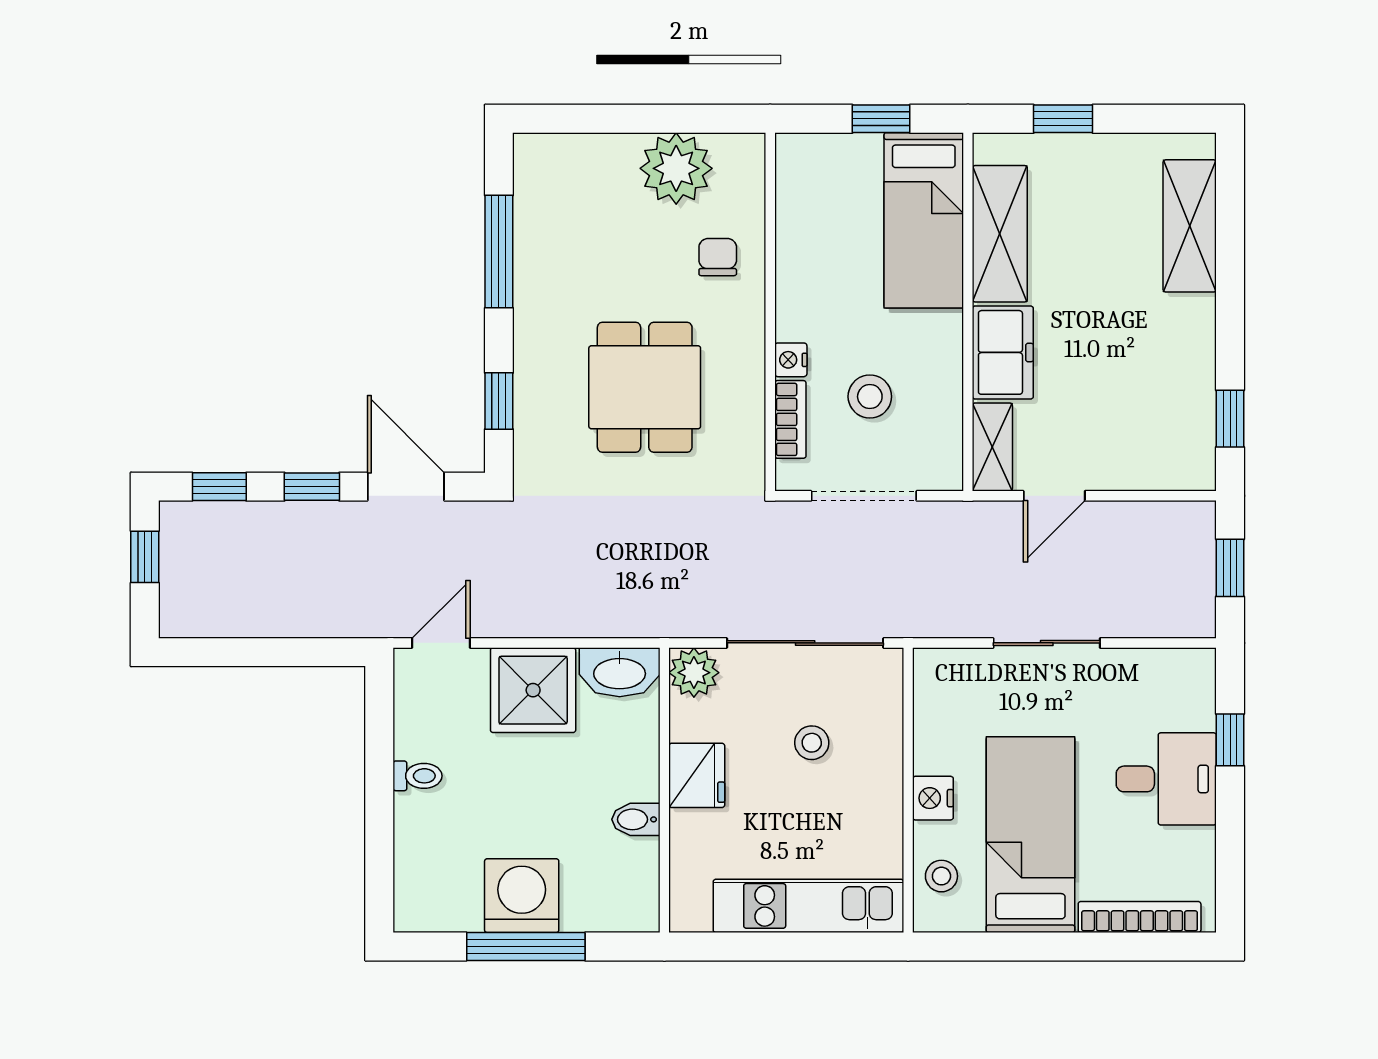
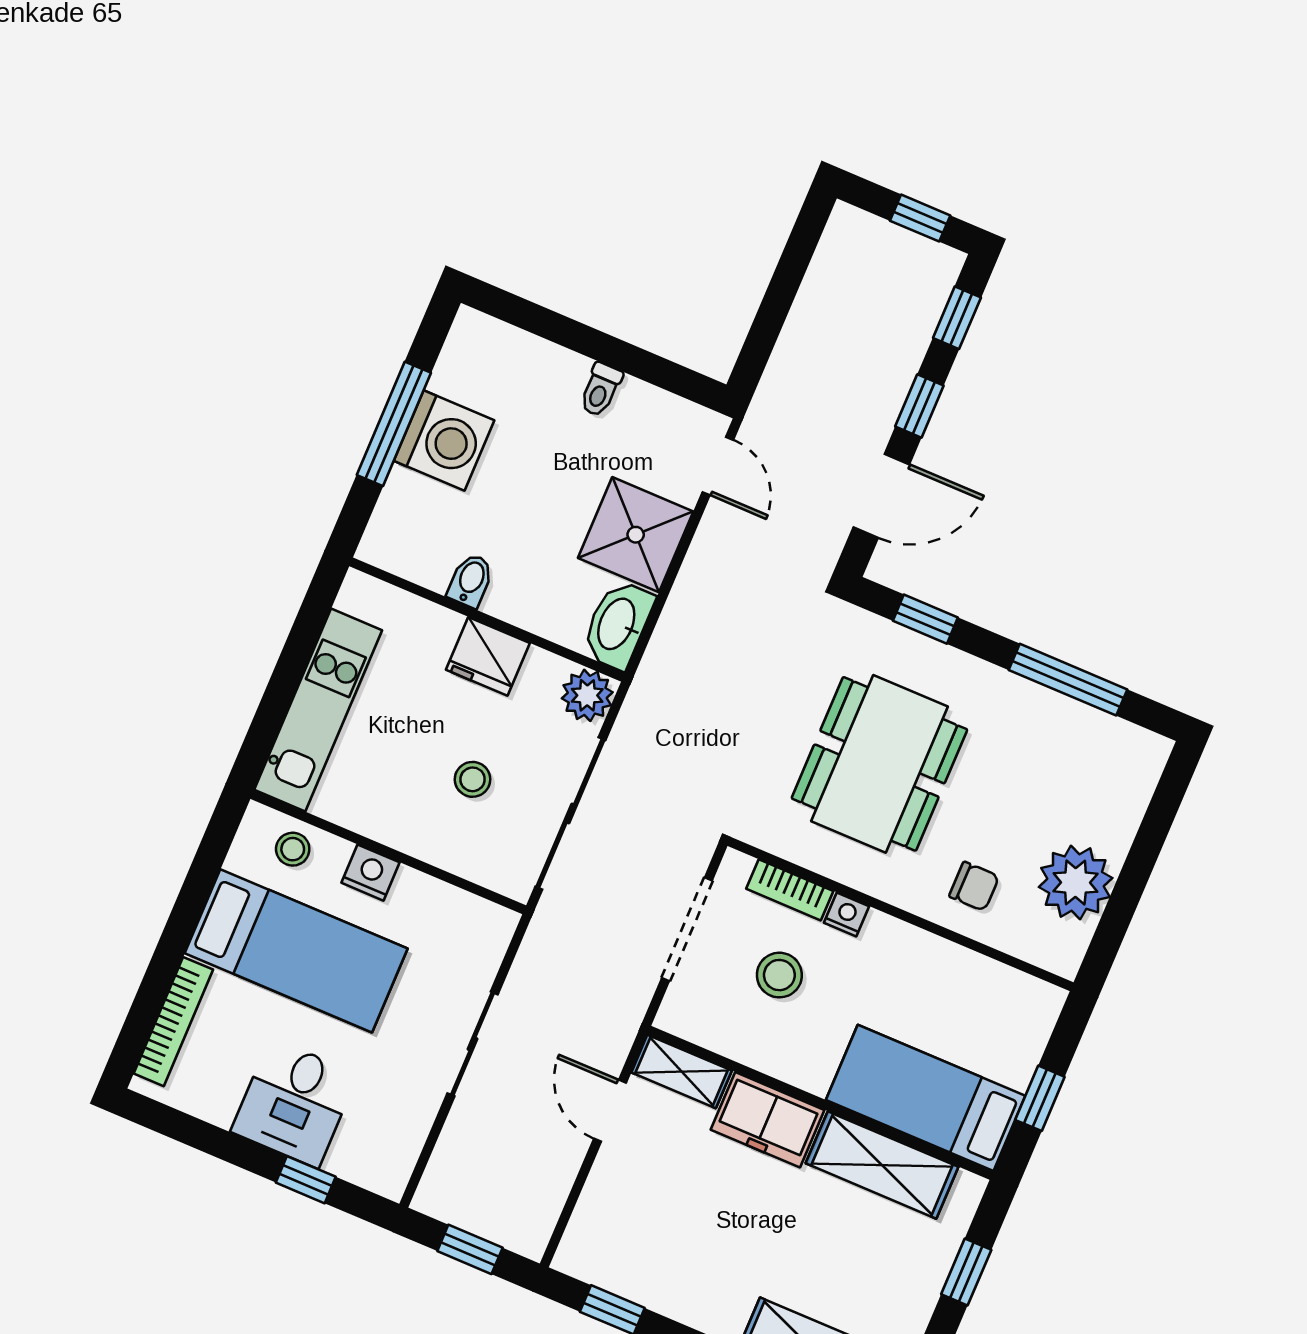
dining table: (645, 387) -> (879, 764), width x1.38

